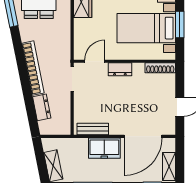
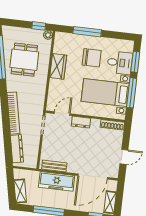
window: (180, 24) -> (132, 93), width x1.44
dresser: (42, 107) -> (17, 149), width x1.44
freezer: (104, 148) -> (57, 181), width x1.40

